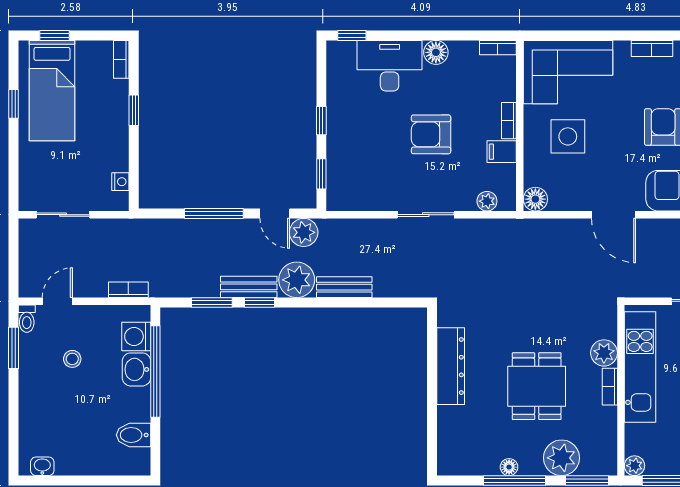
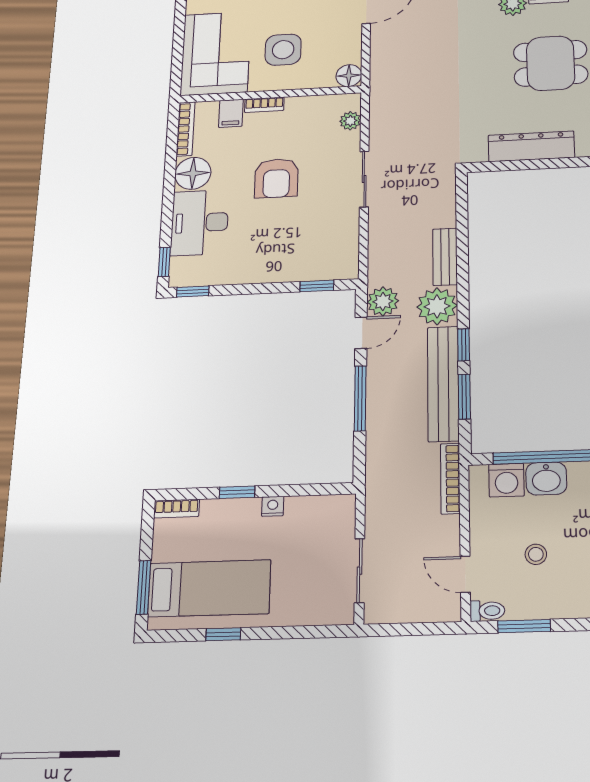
window: (54, 35) -> (144, 587), width x1.50
bookcase: (498, 48) -> (186, 129), width x1.56
floor lamp: (436, 52) -> (193, 173), width x1.38, depth x1.38
window: (321, 121) -> (193, 292), moved
filing cabinet: (502, 152) -> (231, 113), moved
nightstand: (120, 182) -> (273, 506), moved
bench: (249, 287) -> (443, 383), width x1.86, depth x1.21
bookcase: (128, 290) -> (450, 478), width x1.56

